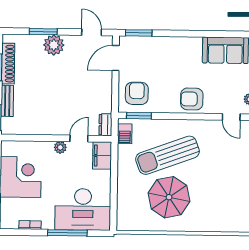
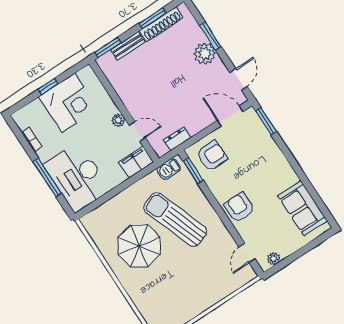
dresser: (105, 125) -> (177, 139), moved

